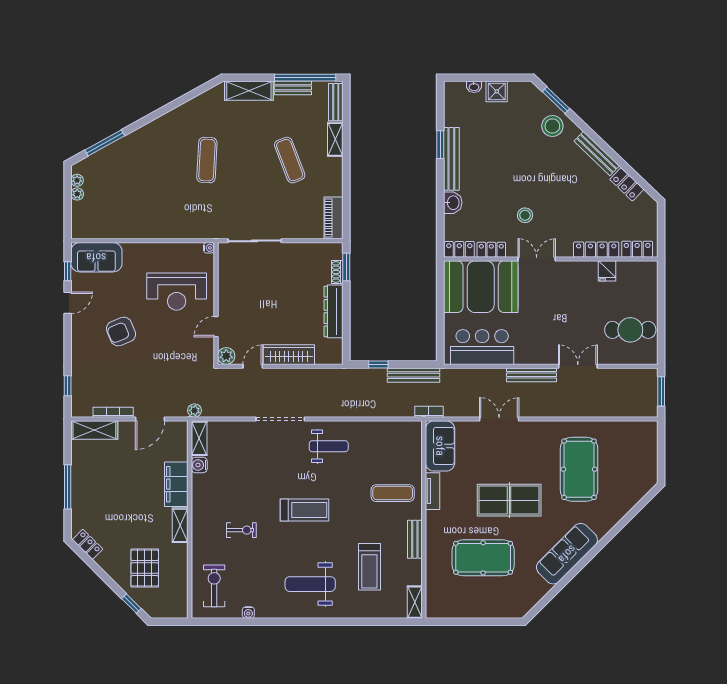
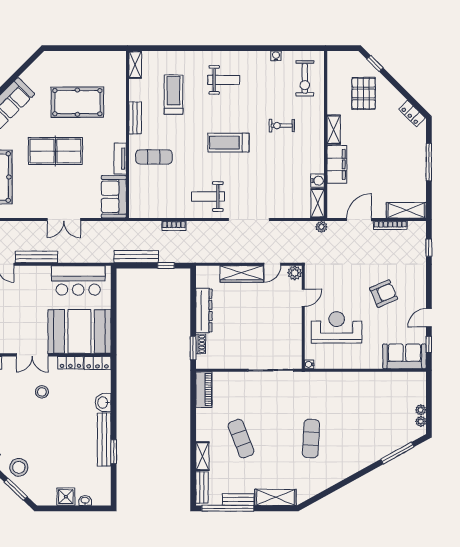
bookcase: (429, 412) -> (174, 226), moved
weight bench: (310, 584) -> (224, 80), width x0.73, depth x0.75

